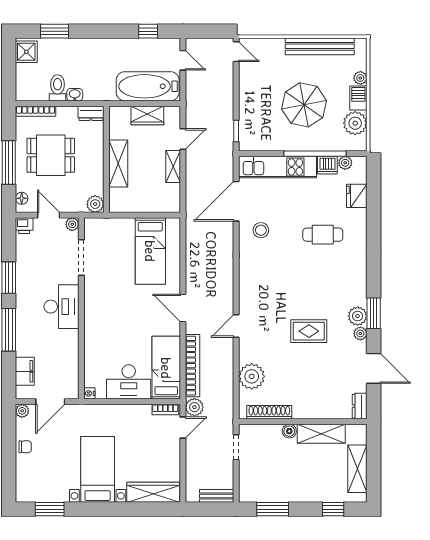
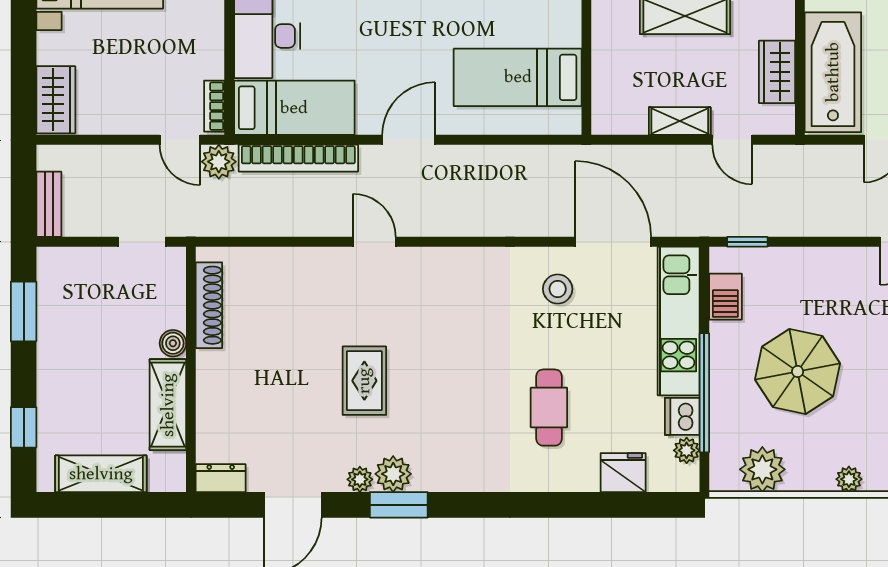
barbecue: (358, 98) -> (725, 297), moved, turned 90
plant: (252, 376) -> (278, 271), removed
wardrobe: (153, 492) -> (56, 100), width x0.67

